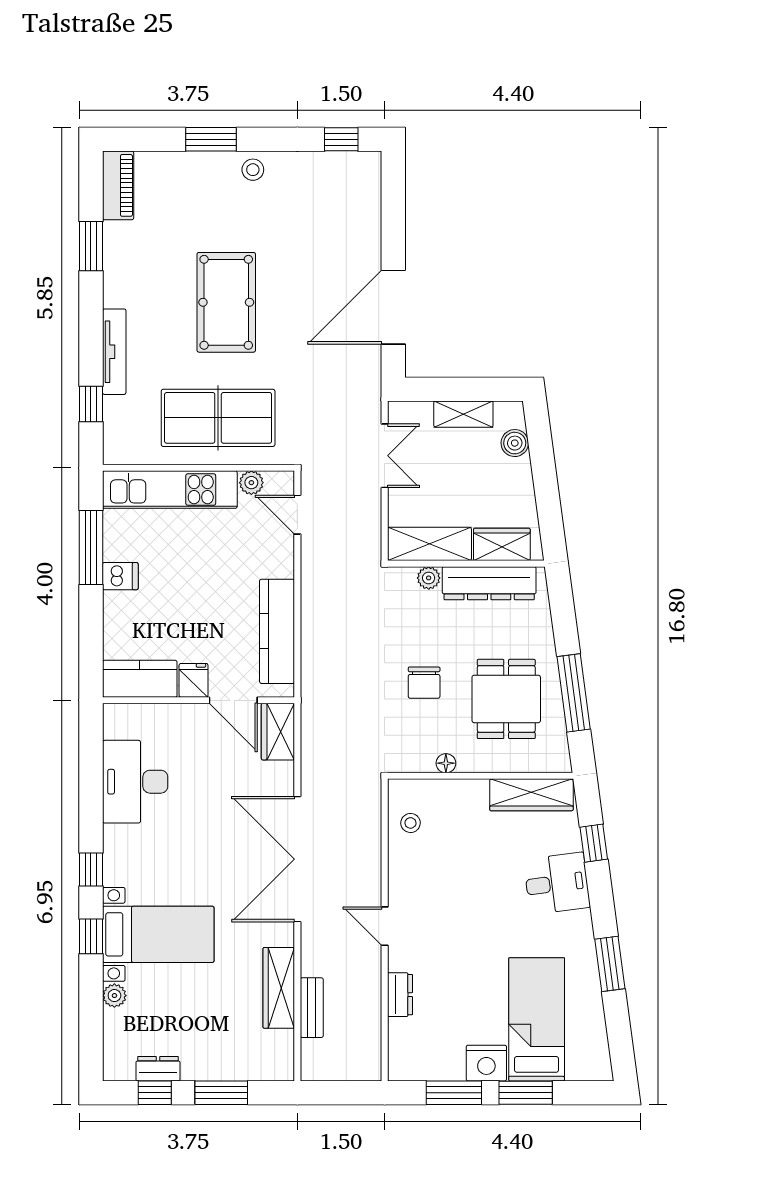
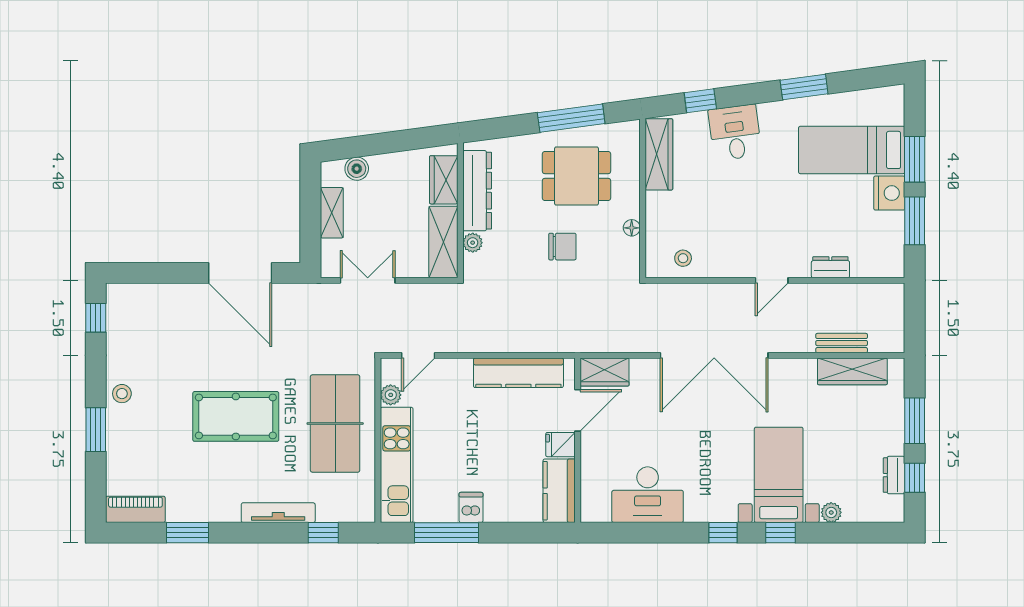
wardrobe: (279, 988) -> (852, 371), moved

